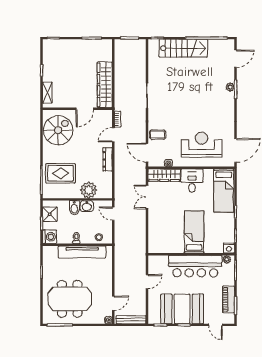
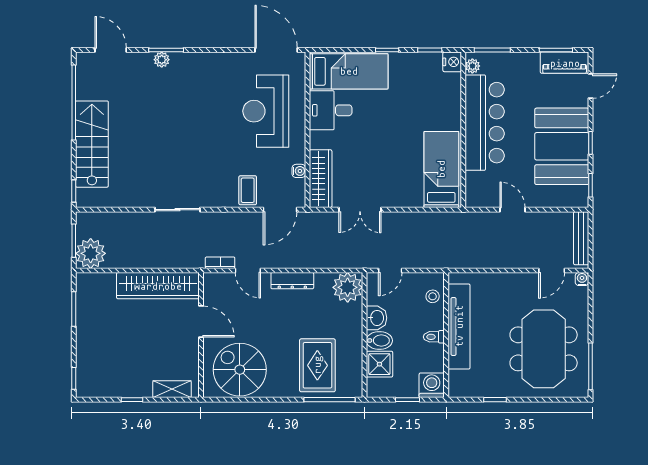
plant: (123, 47) -> (91, 253), added
desk: (192, 181) -> (331, 110), moved
plant: (89, 190) -> (348, 287), moved
shower: (50, 214) -> (379, 364), moved
bed: (194, 232) -> (441, 169), moved, turned 90
piano: (229, 299) -> (565, 63), moved
door: (113, 303) -> (552, 270), swing flipped

